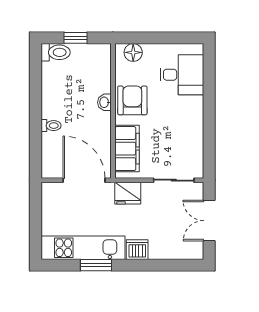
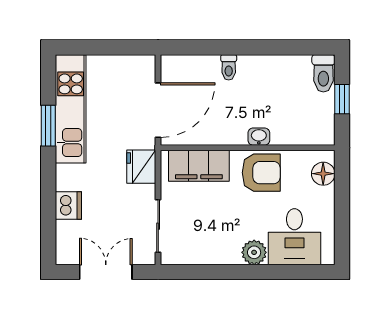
plant: (194, 106) -> (254, 252), added
dishwasher: (137, 250) -> (68, 206), moved

